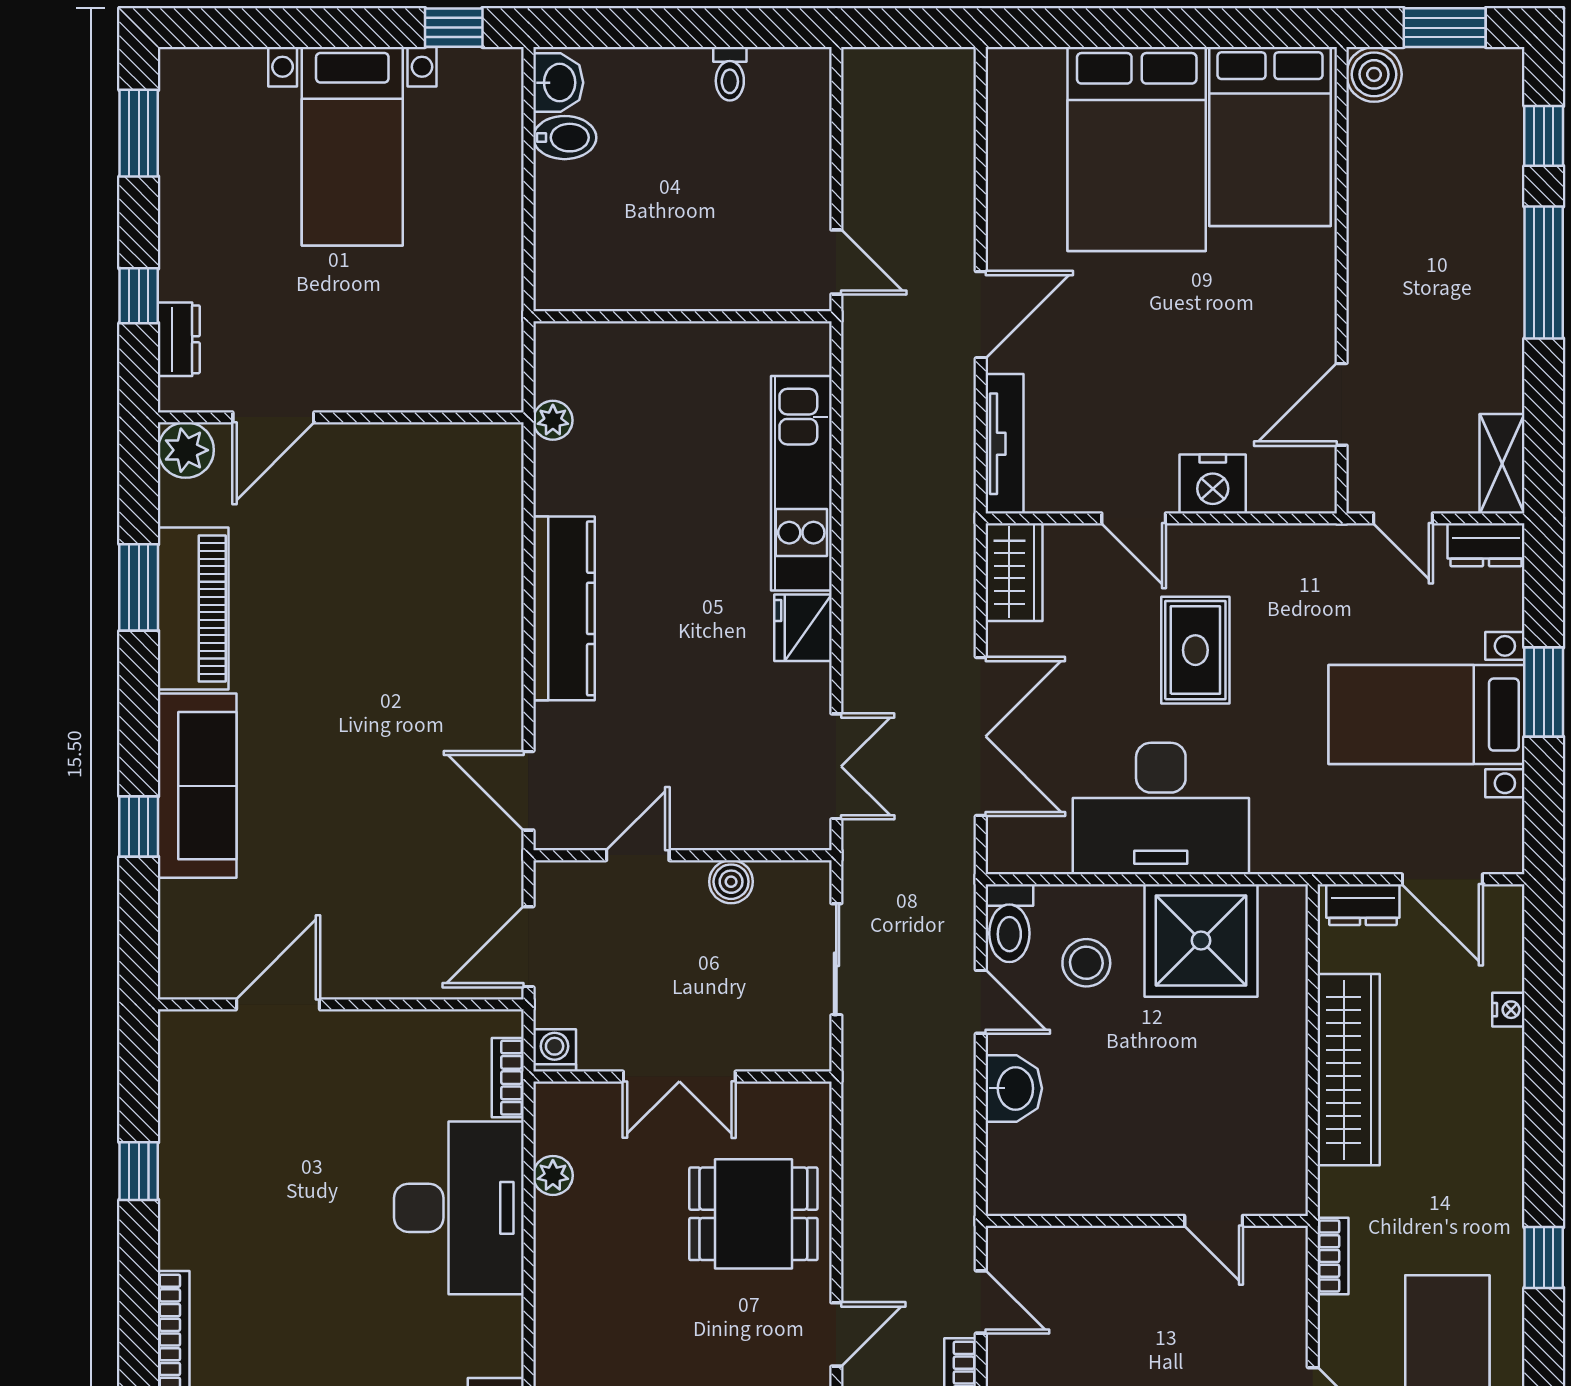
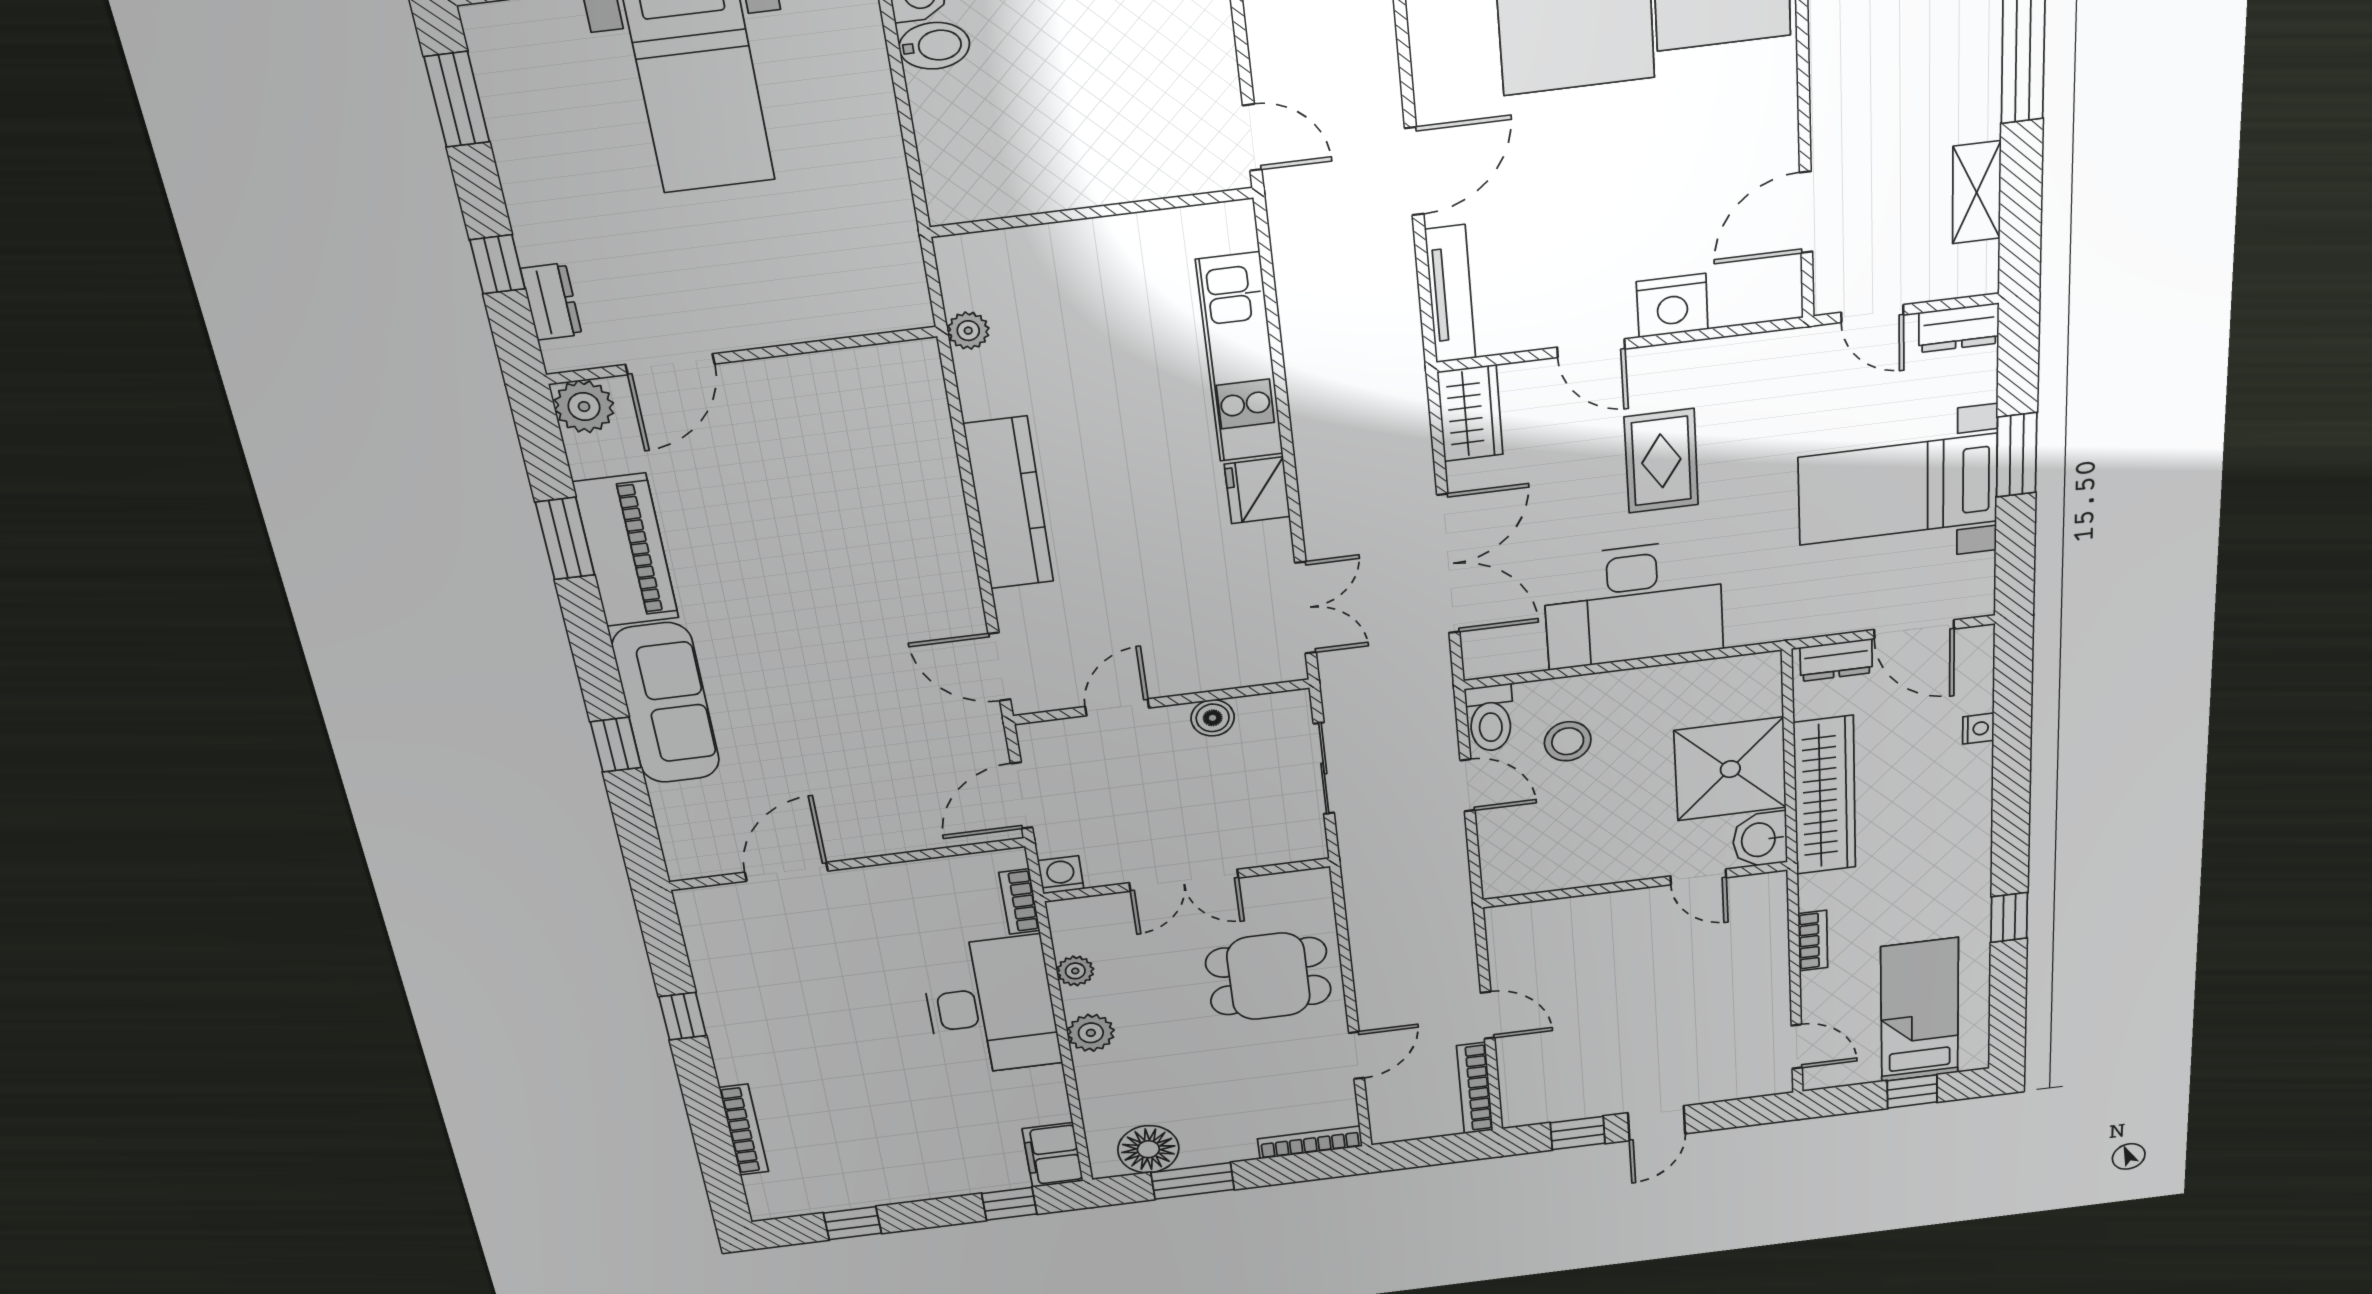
shelving: (1502, 464) -> (1977, 192), moved
shower: (1201, 941) -> (1730, 769), moved
washbasin: (1014, 1088) -> (1760, 840), moved, turned 180
wall: (1147, 1221) -> (1635, 885), moved
door: (1214, 1221) -> (1698, 877), moved
plant: (558, 1260) -> (1091, 1033), added

